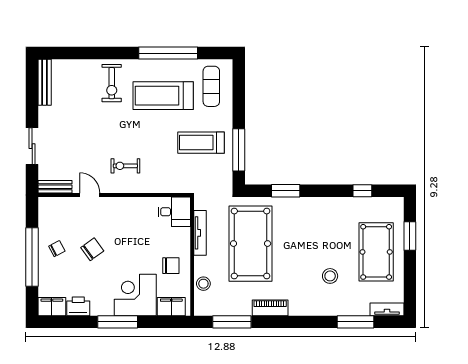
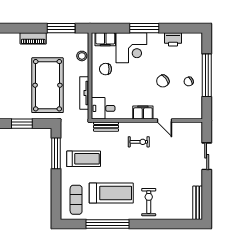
bench: (55, 187) -> (106, 127), moved
filing cabinet: (52, 307) -> (143, 113), moved, turned 180

